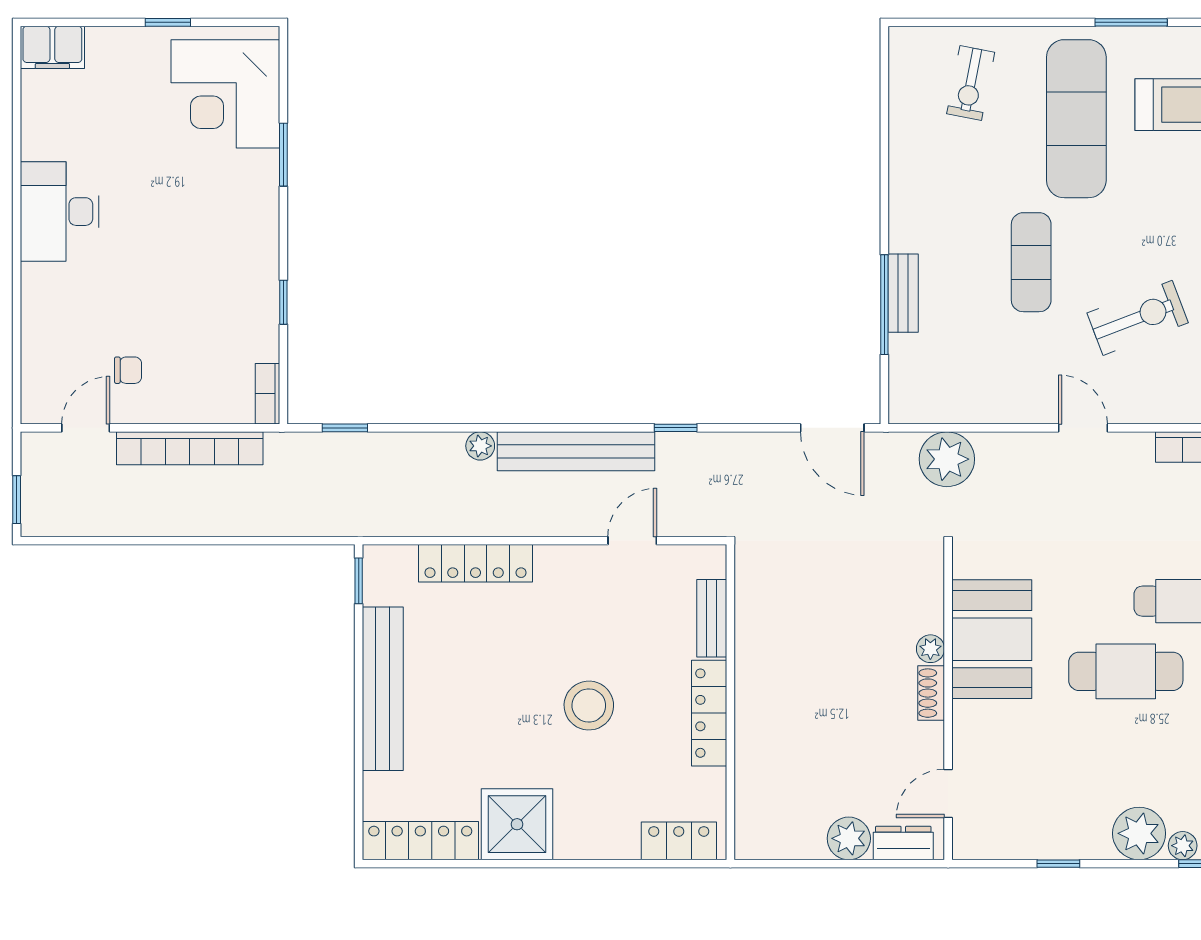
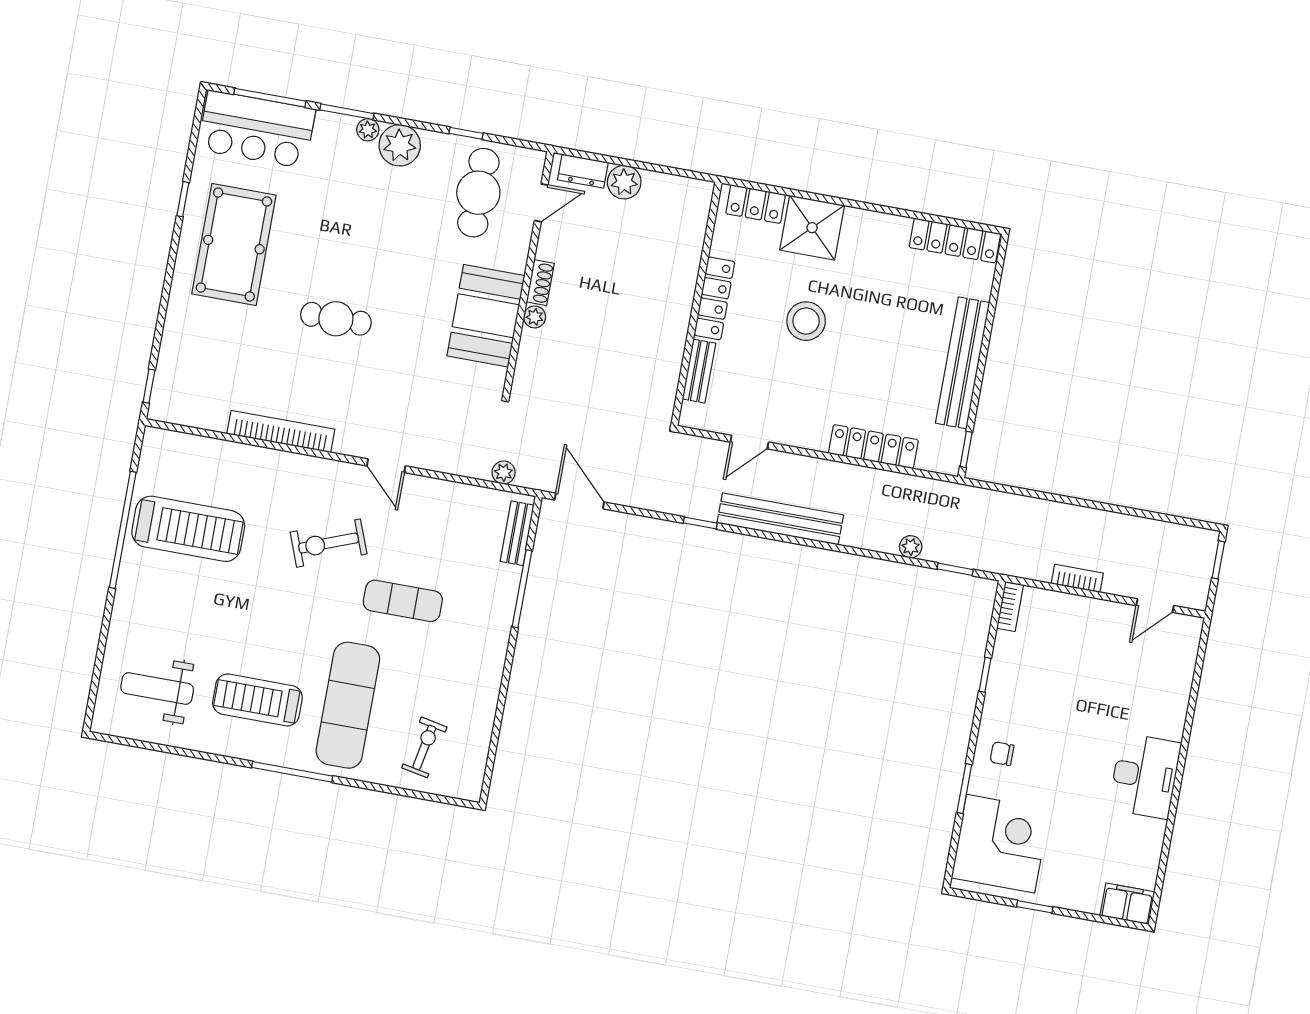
window: (1131, 22) -> (292, 772), width x1.44
exercise mat: (1031, 262) -> (403, 601), turned 90
bench: (903, 293) -> (517, 533), moved
chair: (128, 370) -> (1002, 754), moved
plant: (480, 446) -> (911, 547), moved
bookcase: (190, 448) -> (1077, 578), width x0.43, depth x0.76
plant: (947, 459) -> (504, 472), width x0.53, depth x0.53
cafe table: (1126, 671) -> (478, 193), moved, turned 90
shower: (517, 824) -> (812, 228), moved

